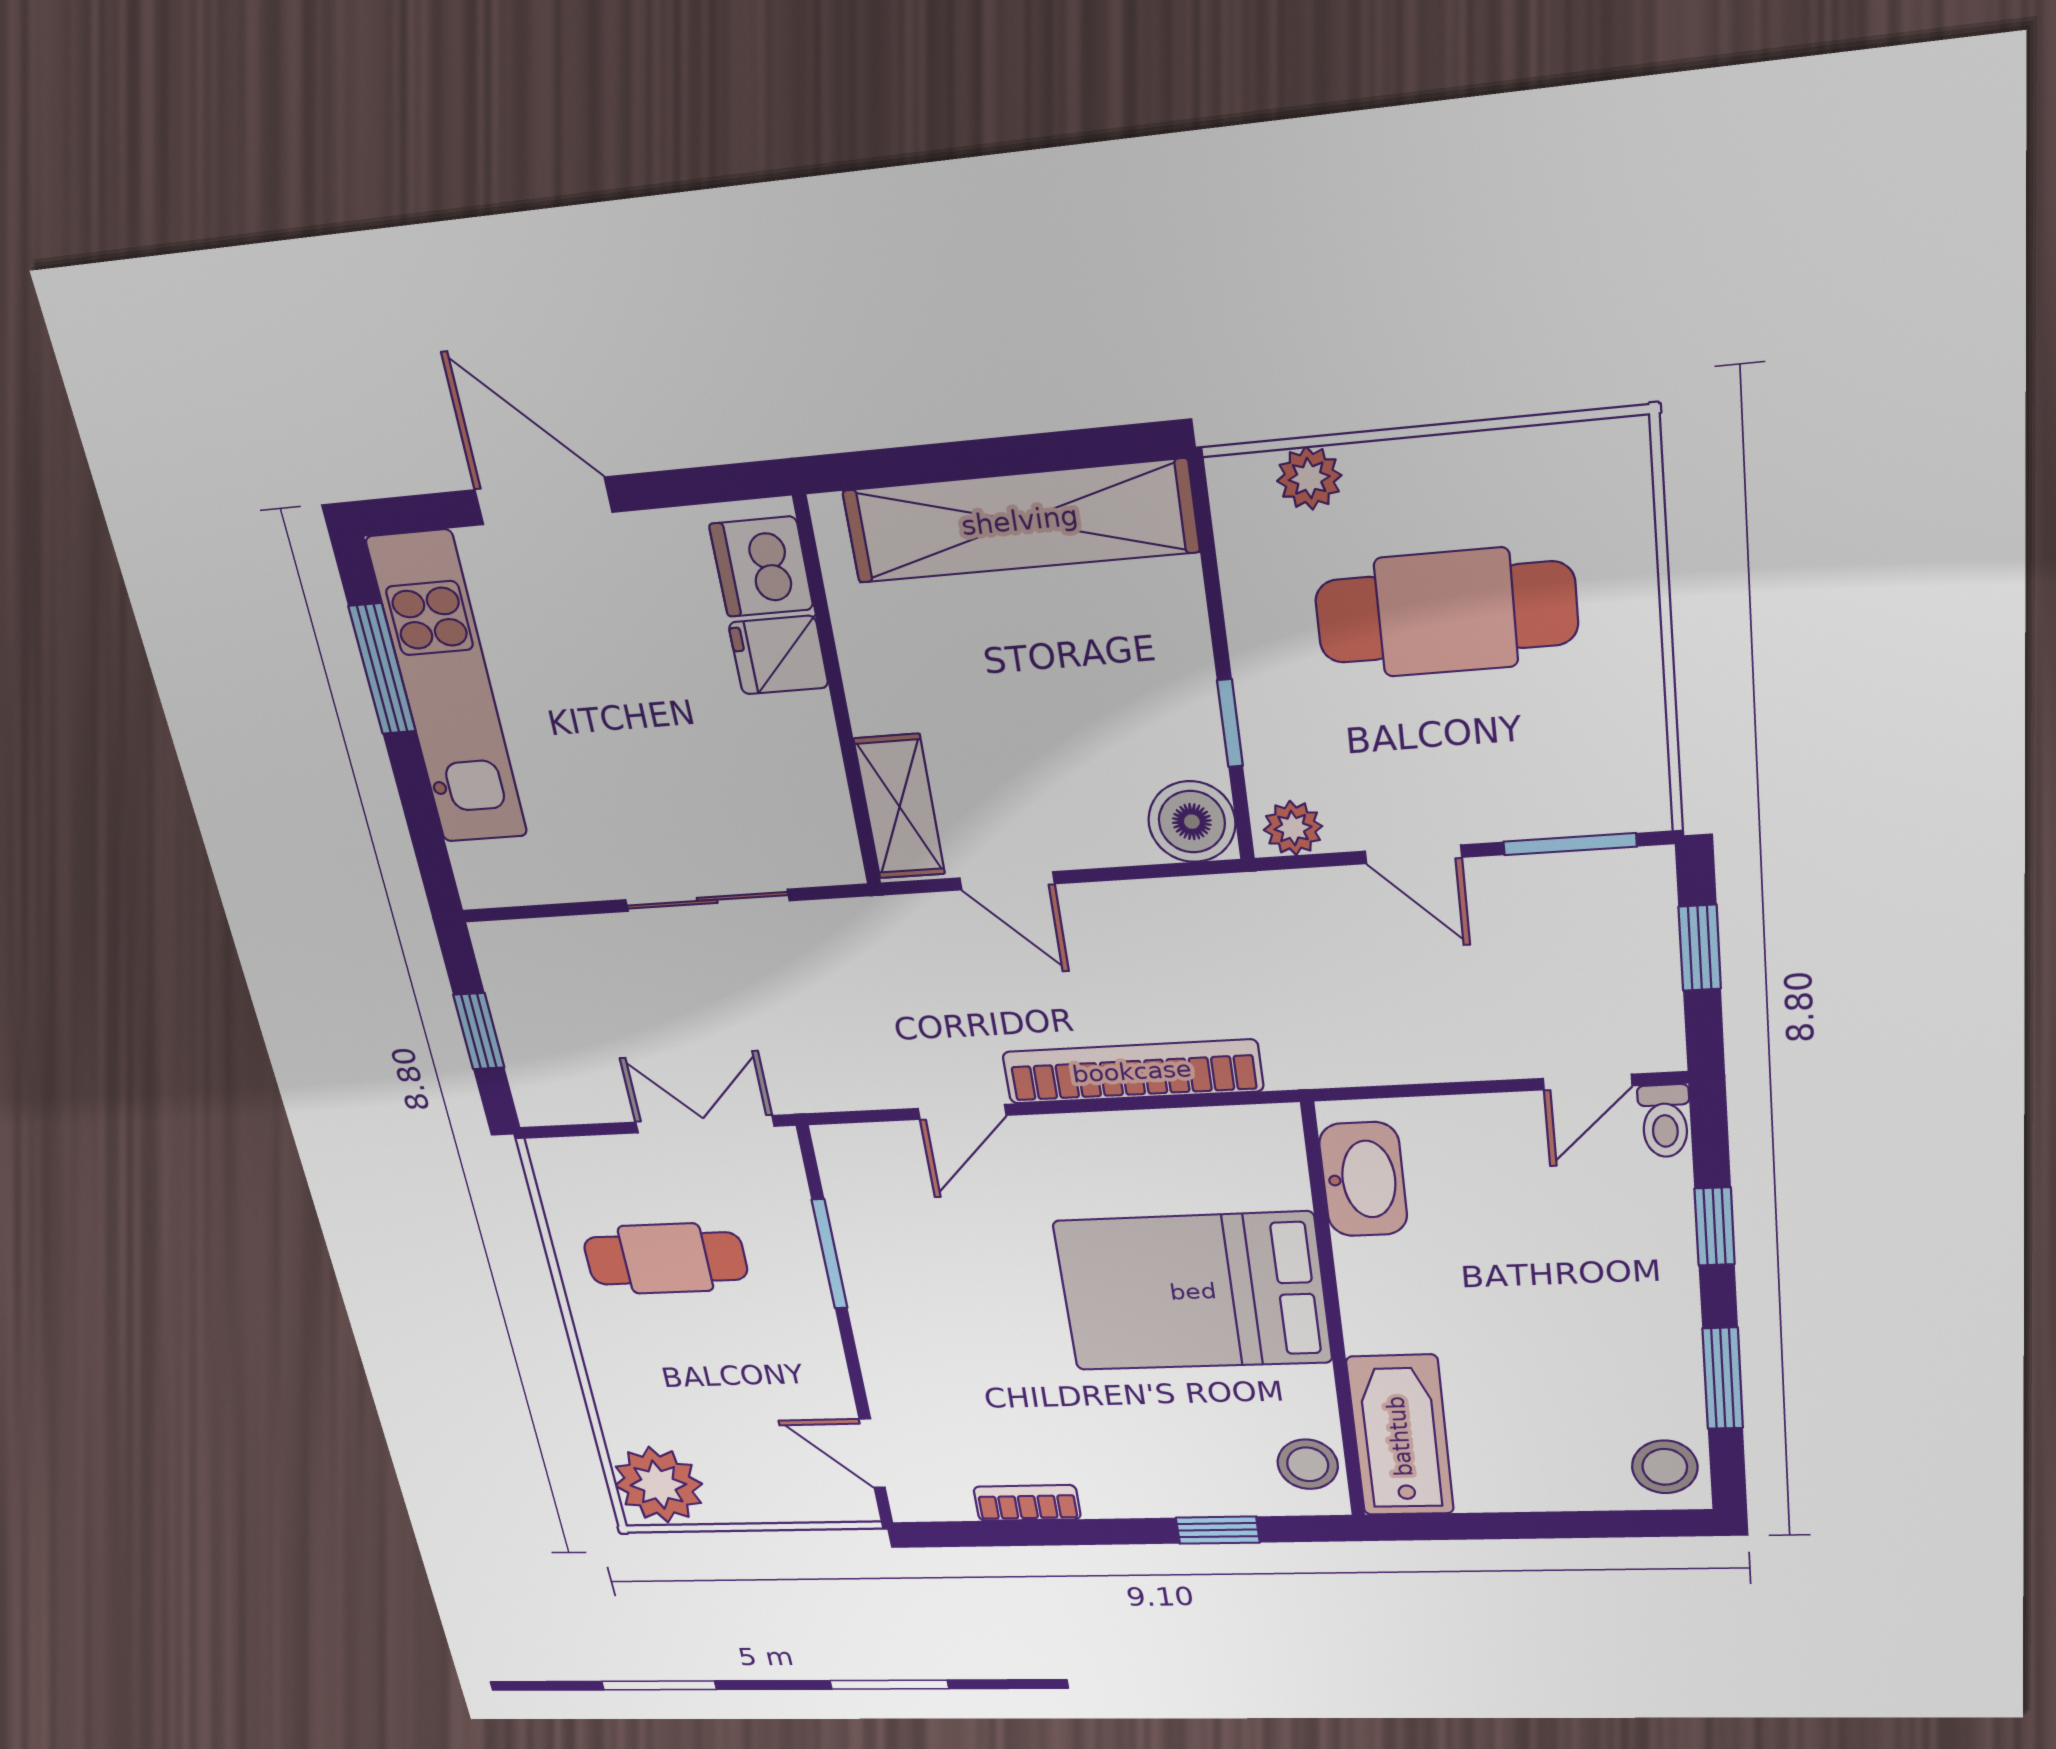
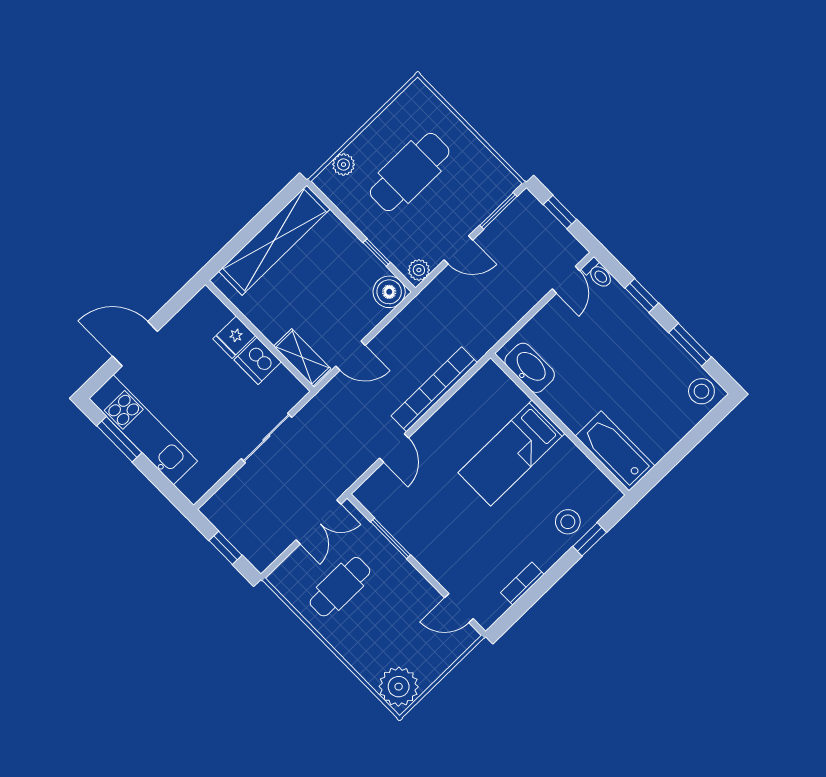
dishwasher: (761, 567) -> (258, 361), moved
double door: (705, 1124) -> (318, 522), swing flipped
bed: (1193, 1292) -> (511, 453), width x0.67
stool: (1308, 1464) -> (568, 522), moved

